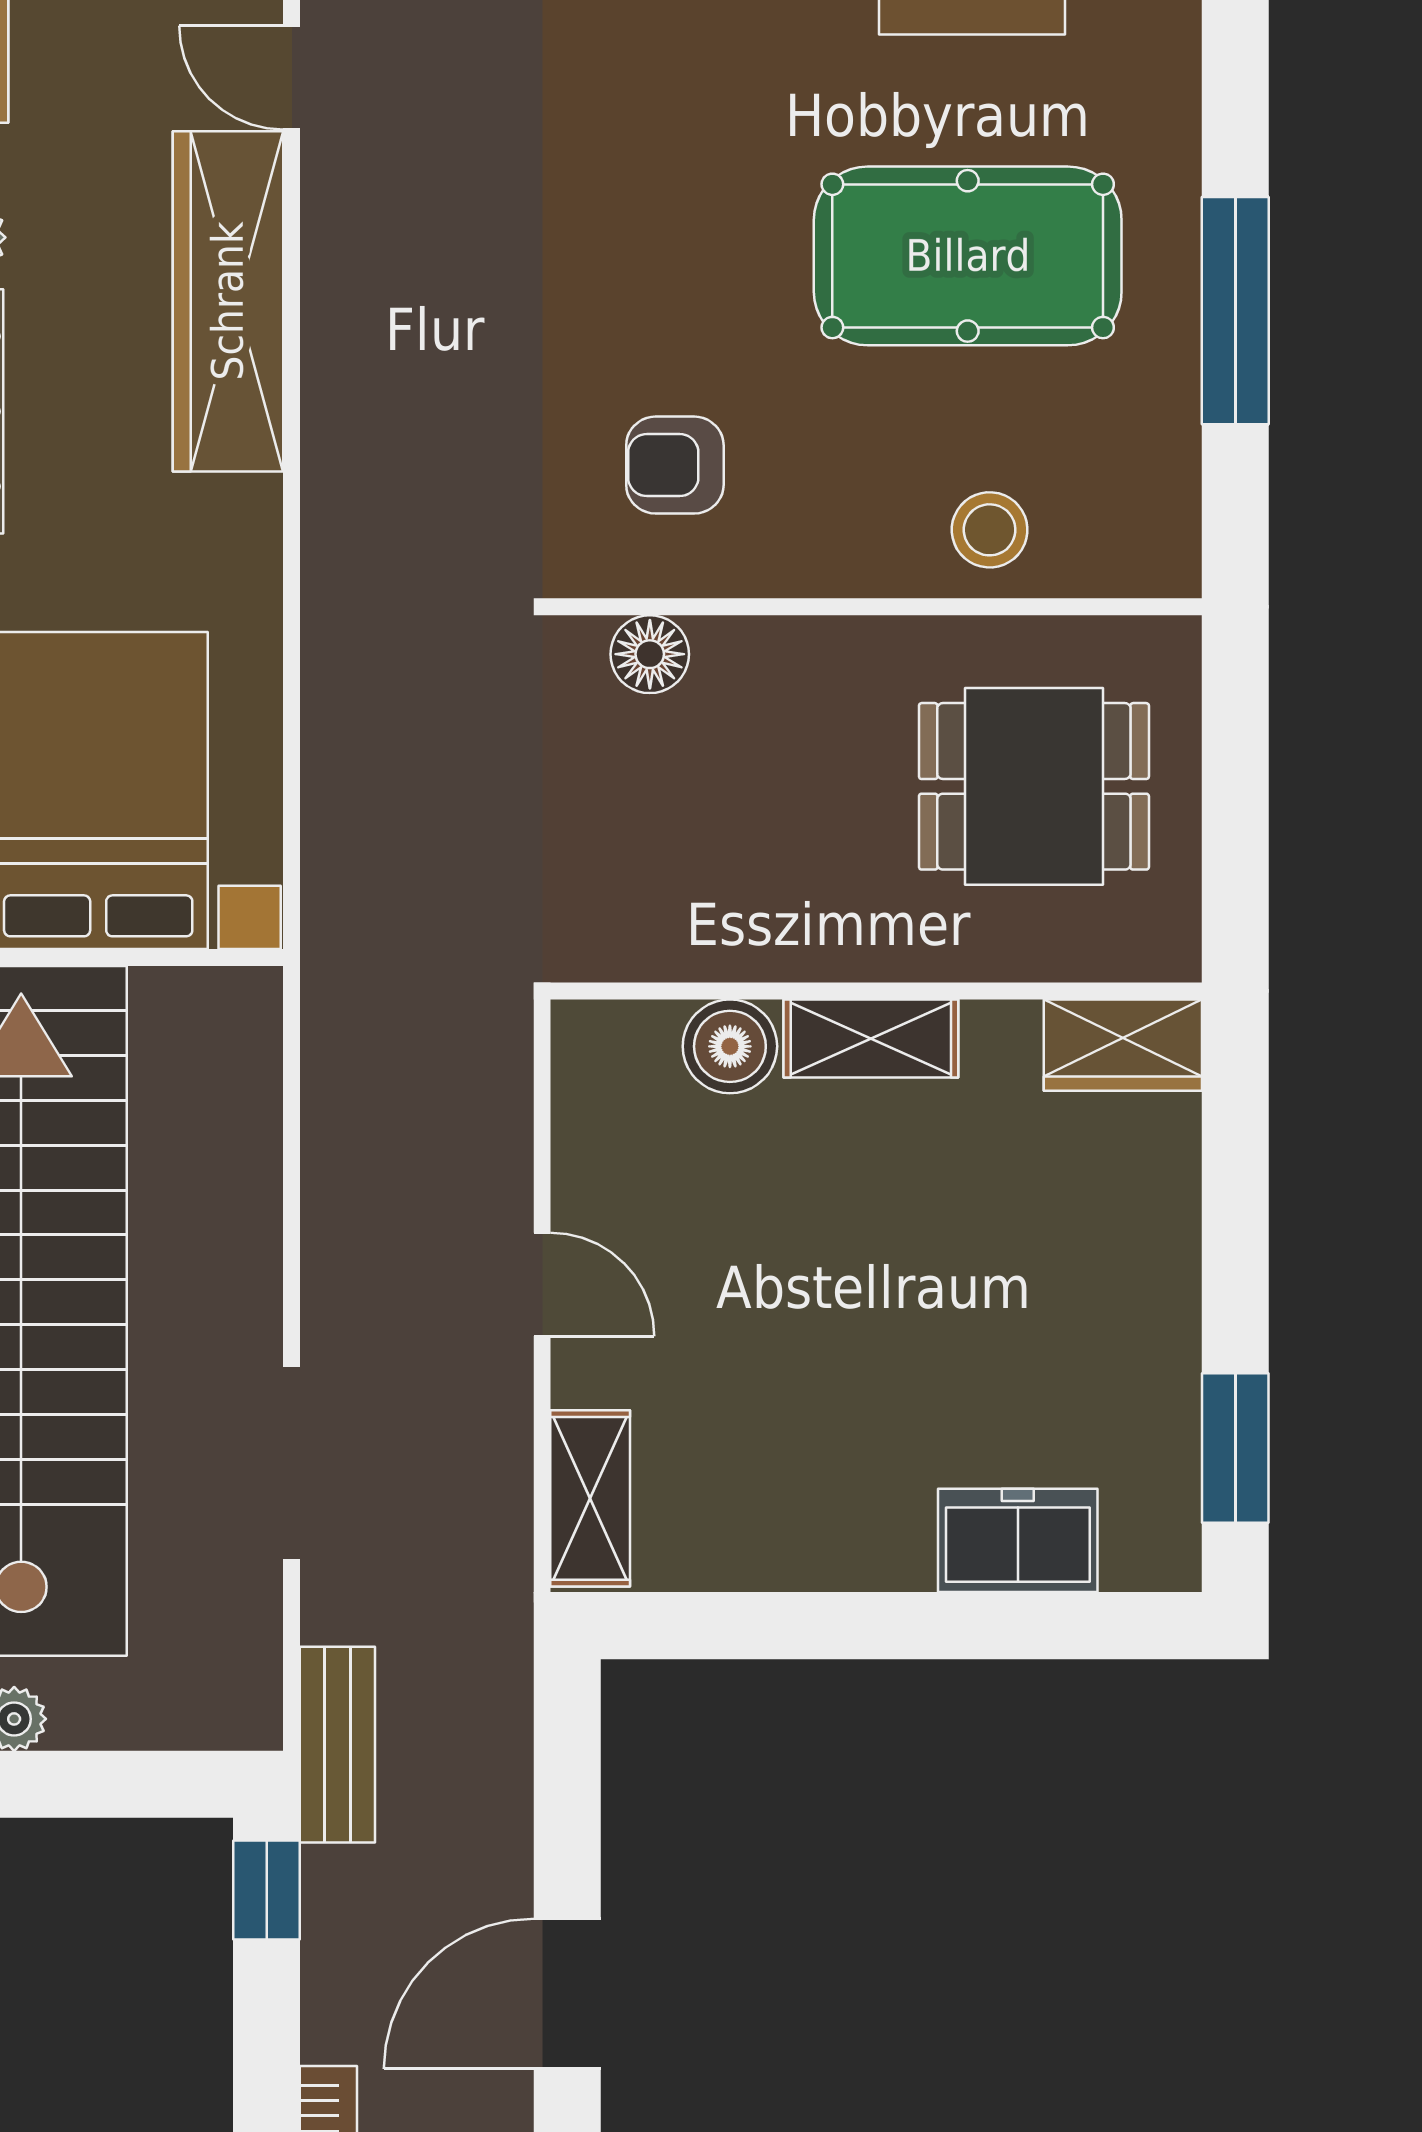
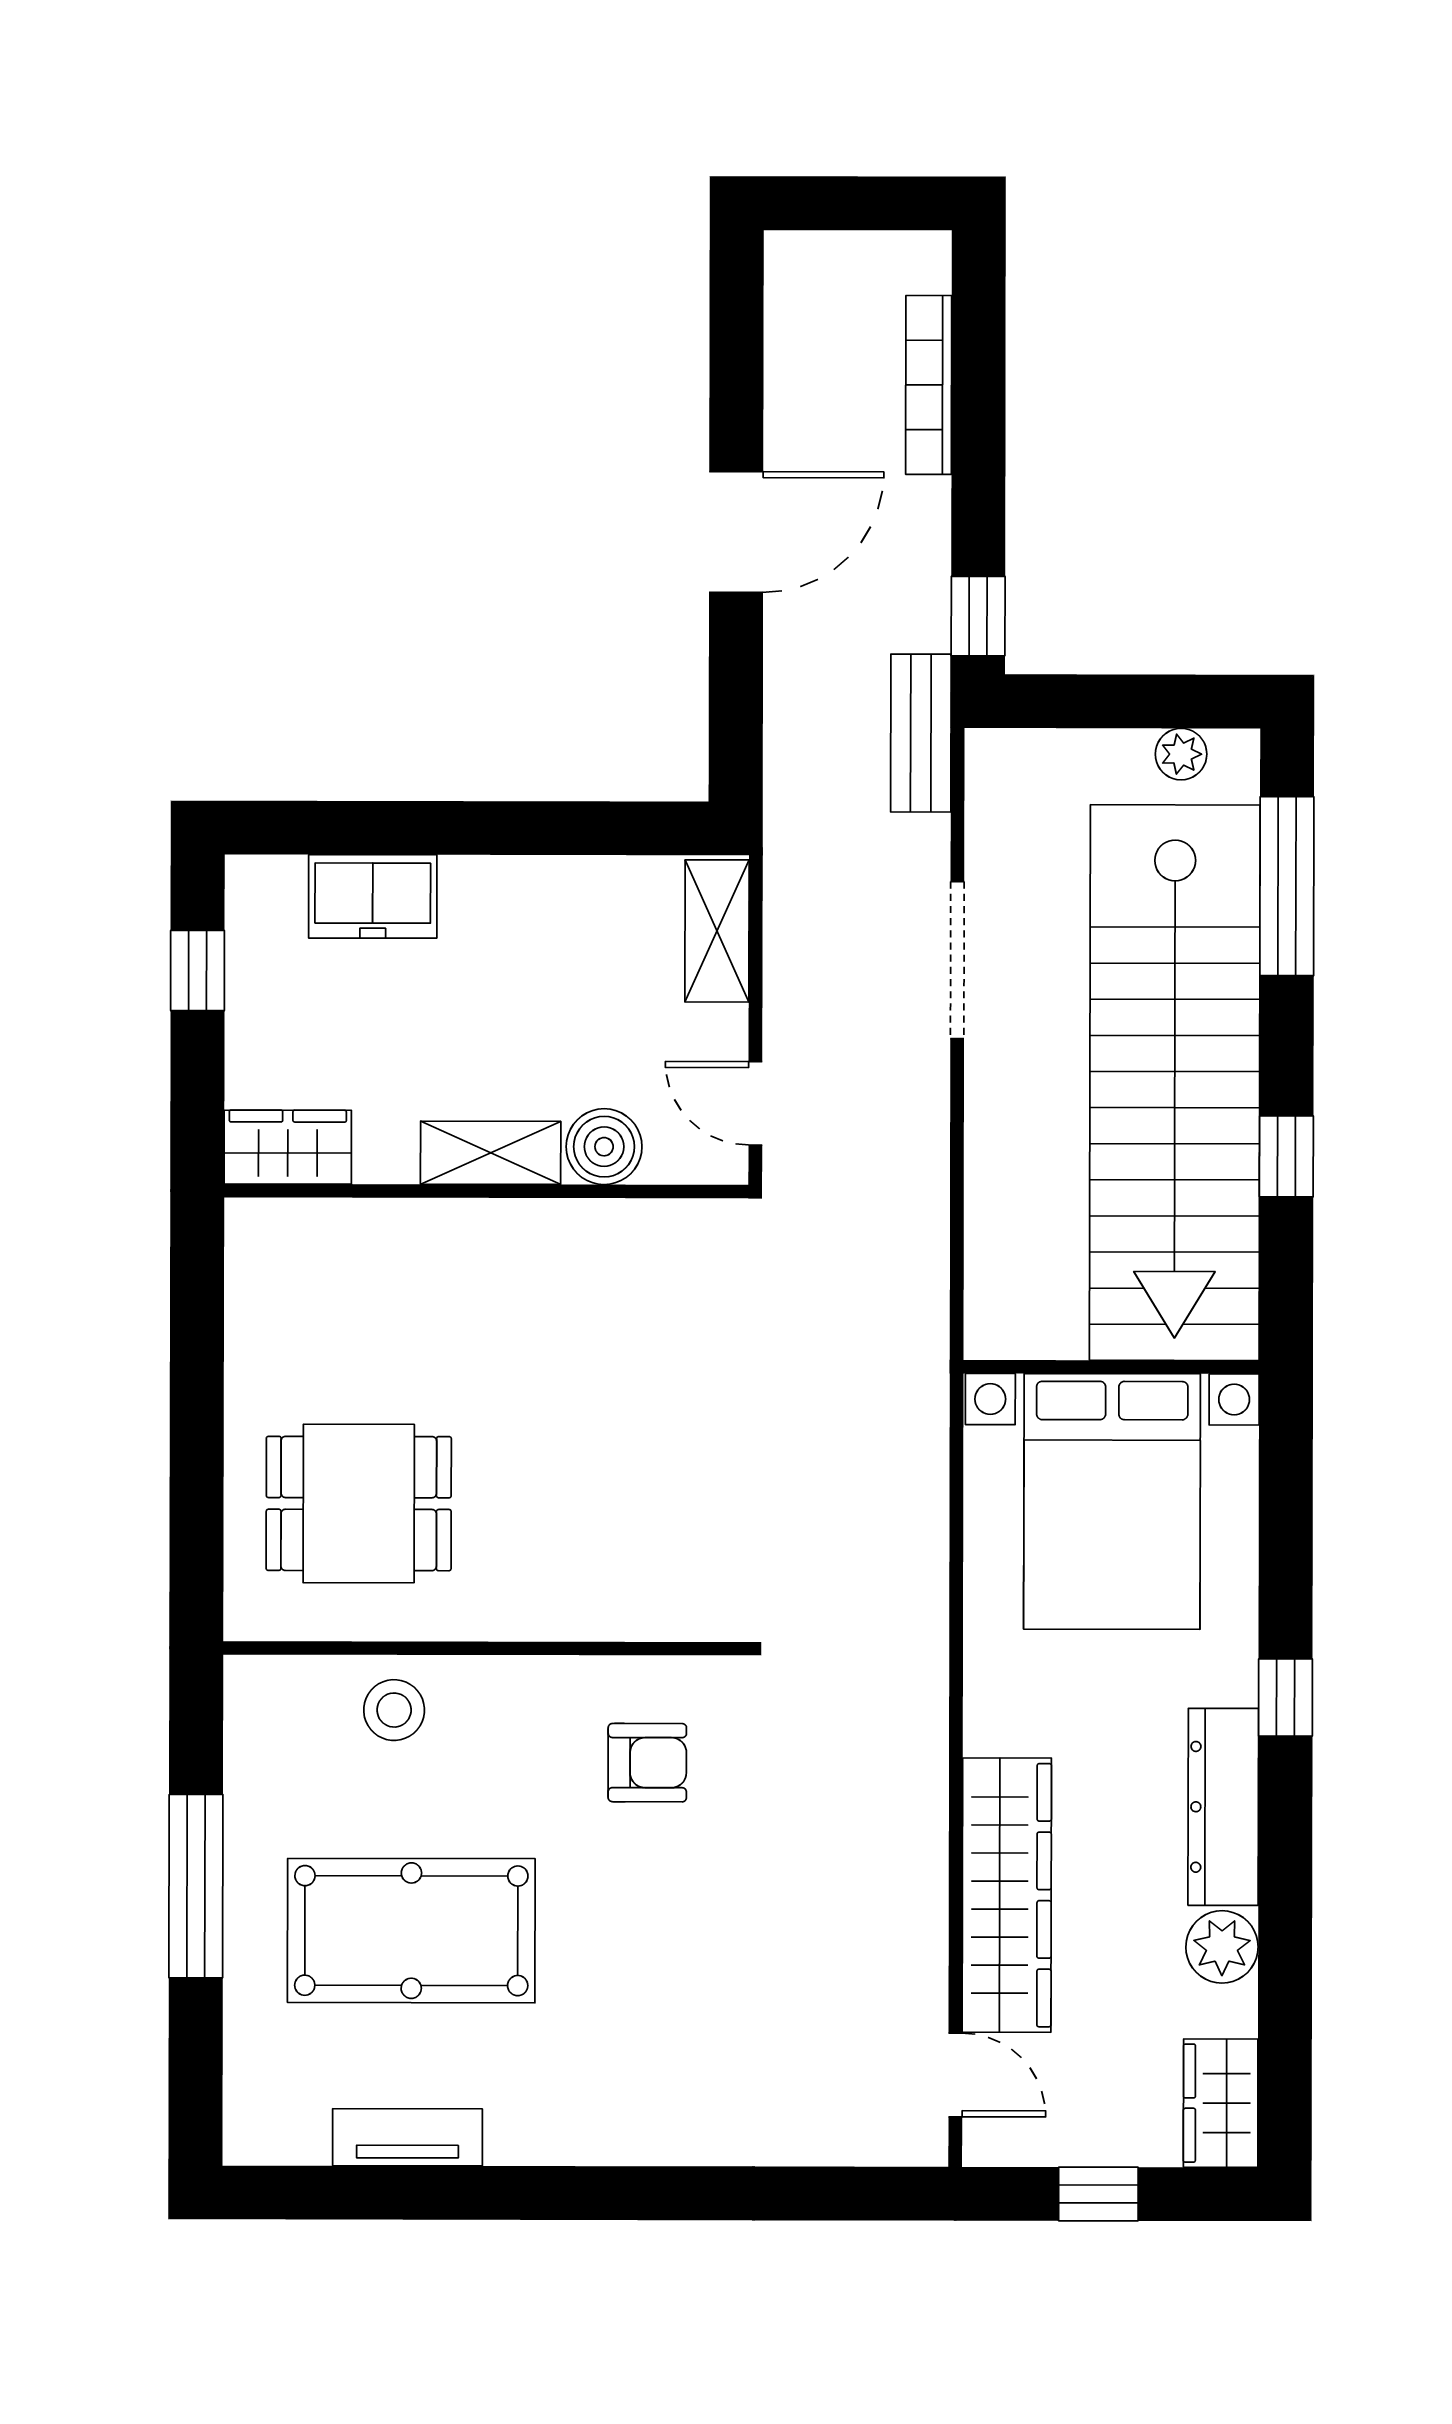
floor lamp: (650, 654) -> (668, 1610), removed
wall: (876, 991) -> (486, 1191), moved
shelving: (871, 1038) -> (491, 1153), moved
wardrobe: (1123, 1045) -> (288, 1147), moved
boiler: (730, 1046) -> (604, 1147), moved
window: (1235, 1448) -> (198, 971), width x0.67

